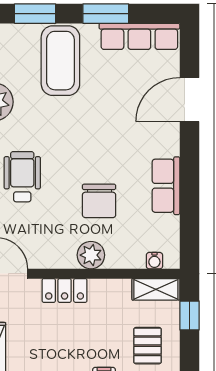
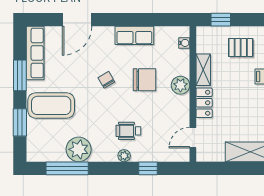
door: (189, 100) -> (77, 20), hinge flipped
chair: (99, 144) -> (106, 80), added
wheelchair: (22, 177) -> (128, 131), width x0.73, depth x0.73
shelving: (156, 289) -> (203, 70), moved

